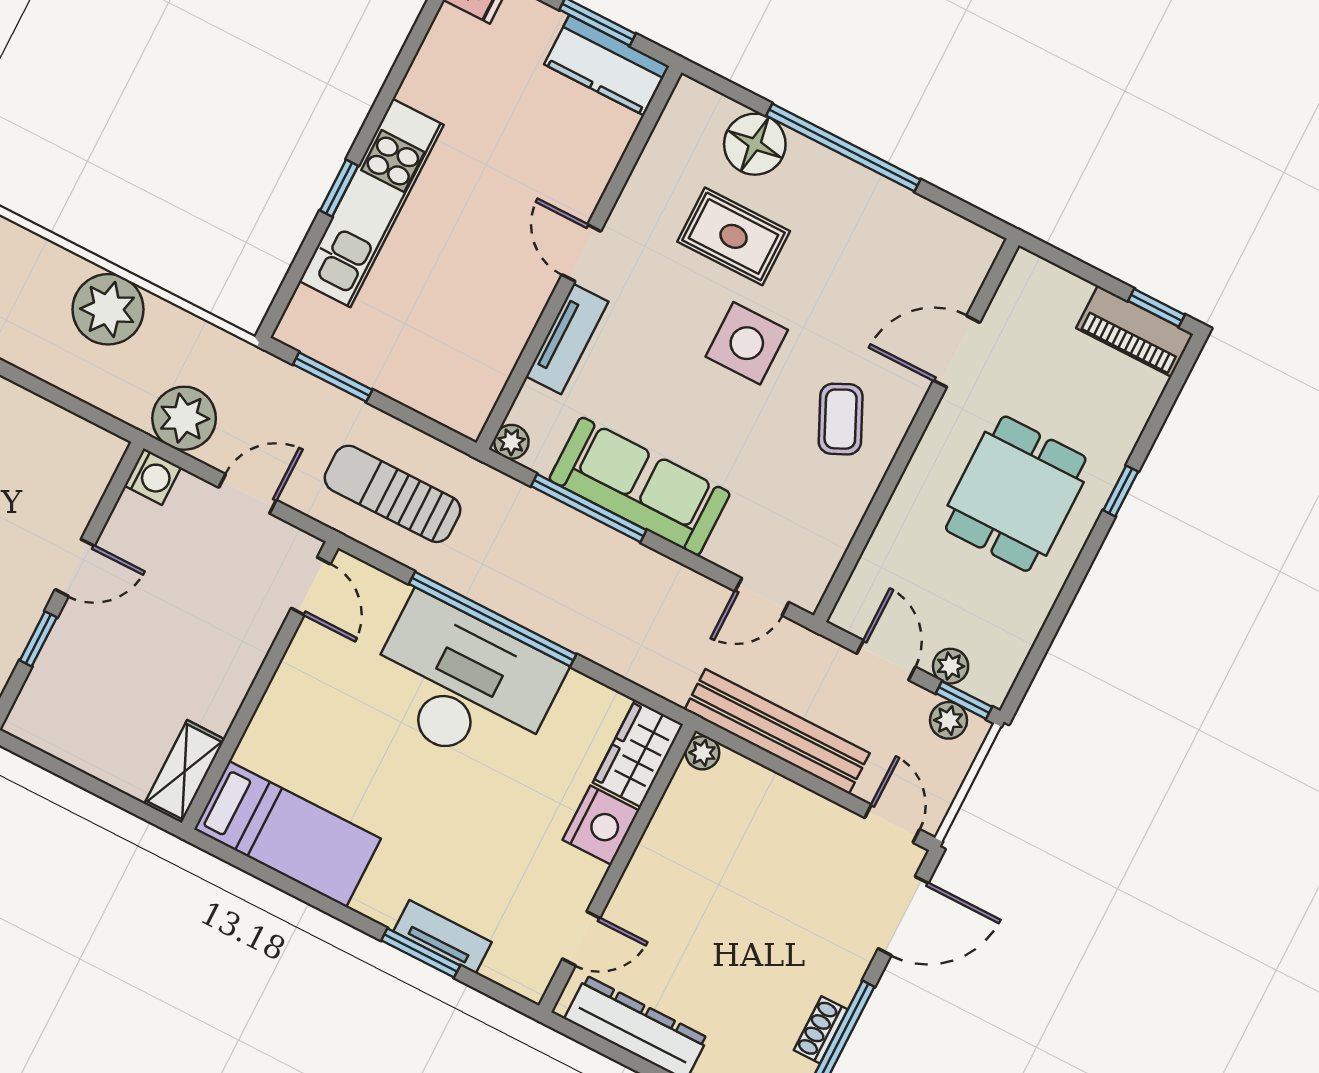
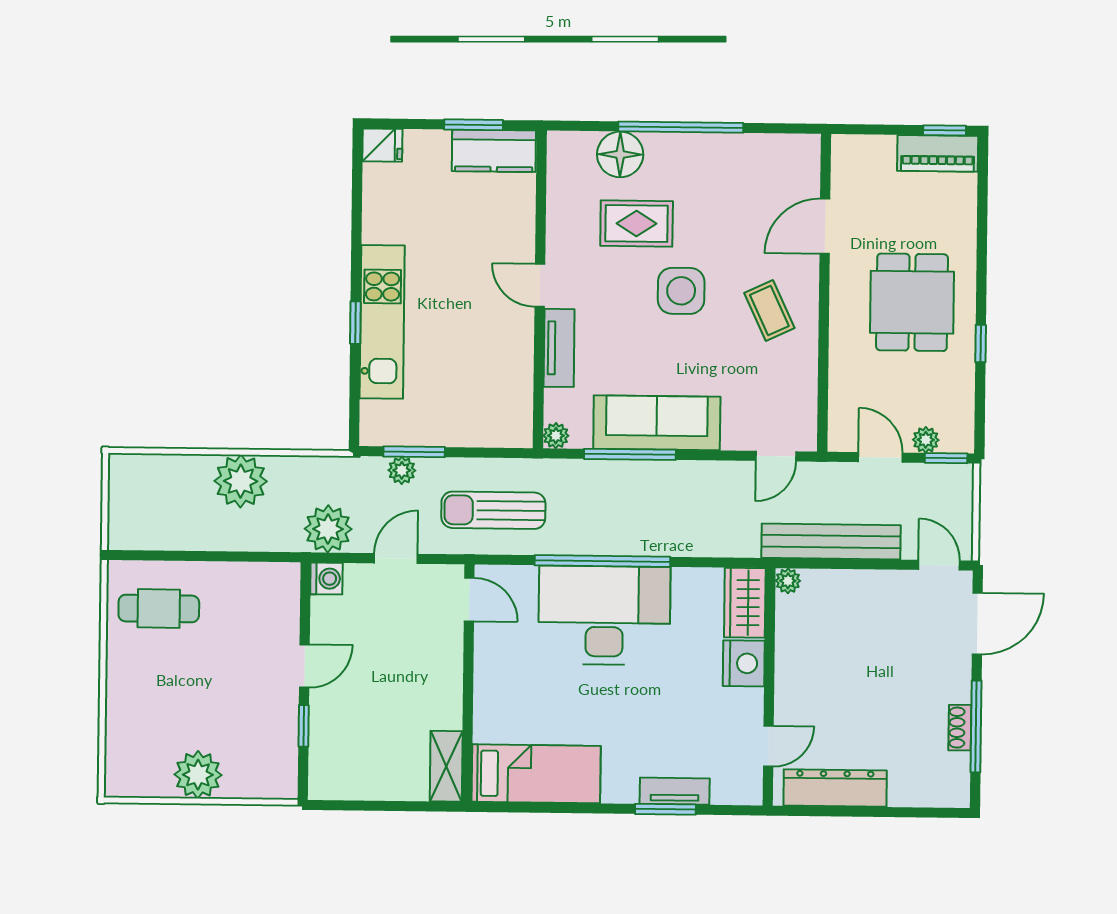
window: (1121, 491) -> (981, 344), moved
plant: (949, 720) -> (402, 470), moved

